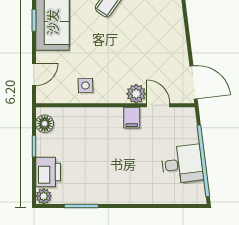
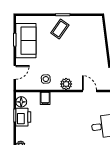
plant: (136, 94) -> (66, 84), moved
filing cabinet: (132, 118) -> (45, 98), moved
printer: (48, 172) -> (23, 117), moved

